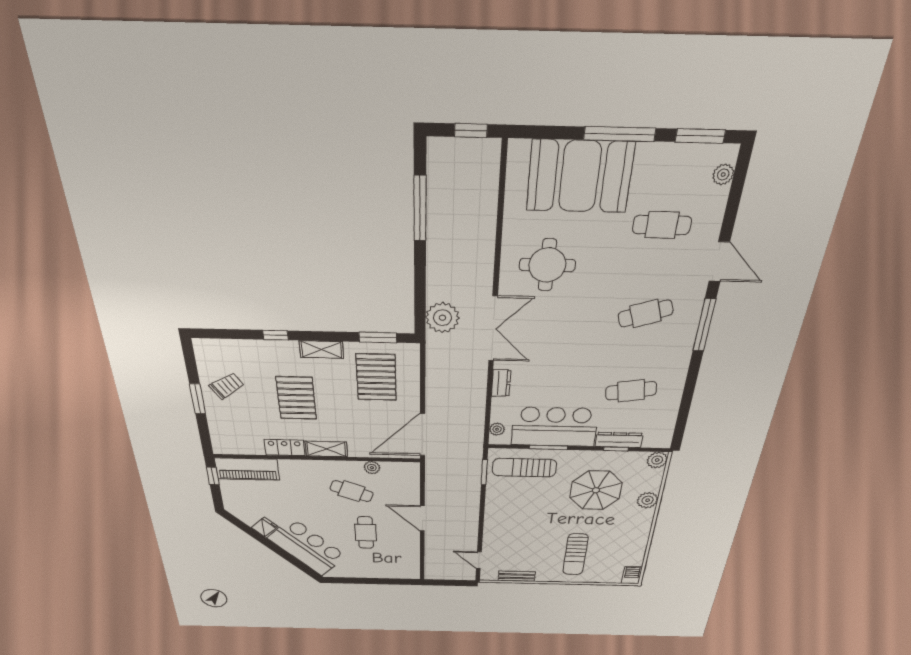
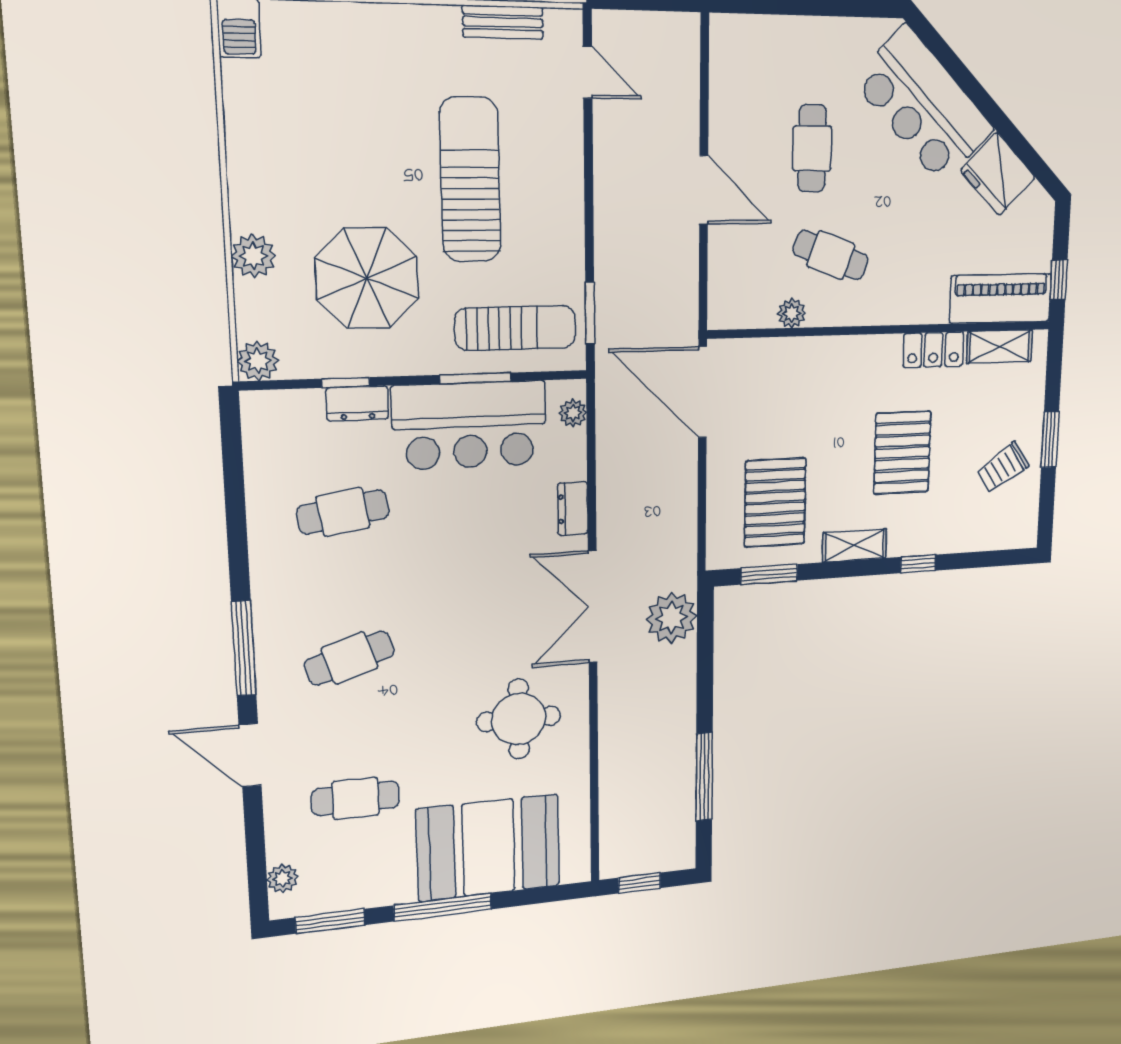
door: (423, 435) -> (702, 392), swing flipped
dresser: (619, 440) -> (357, 403), width x0.70
shelving: (326, 449) -> (999, 347), moved
fridge: (265, 527) -> (998, 174), width x1.88, depth x1.34
sun lounger: (575, 554) -> (470, 180), moved, width x1.36, depth x1.34

